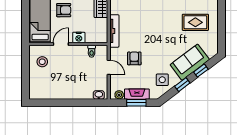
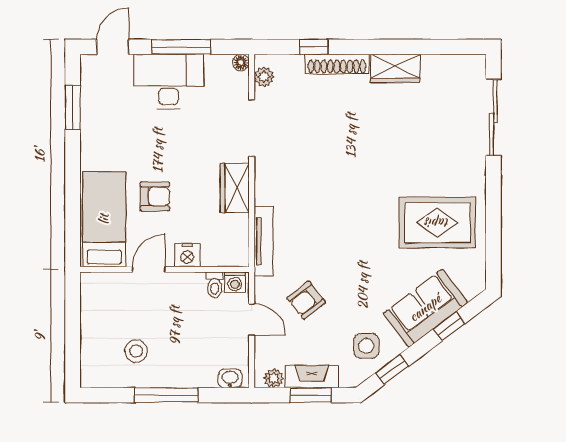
rug: (195, 22) -> (437, 223), width x1.36, depth x1.43
washing machine: (101, 50) -> (235, 282), added
armchair: (134, 58) -> (306, 300), turned -128
stool: (42, 62) -> (136, 351), moved
window: (182, 85) -> (392, 369), moved
window: (69, 103) -> (166, 395), added

